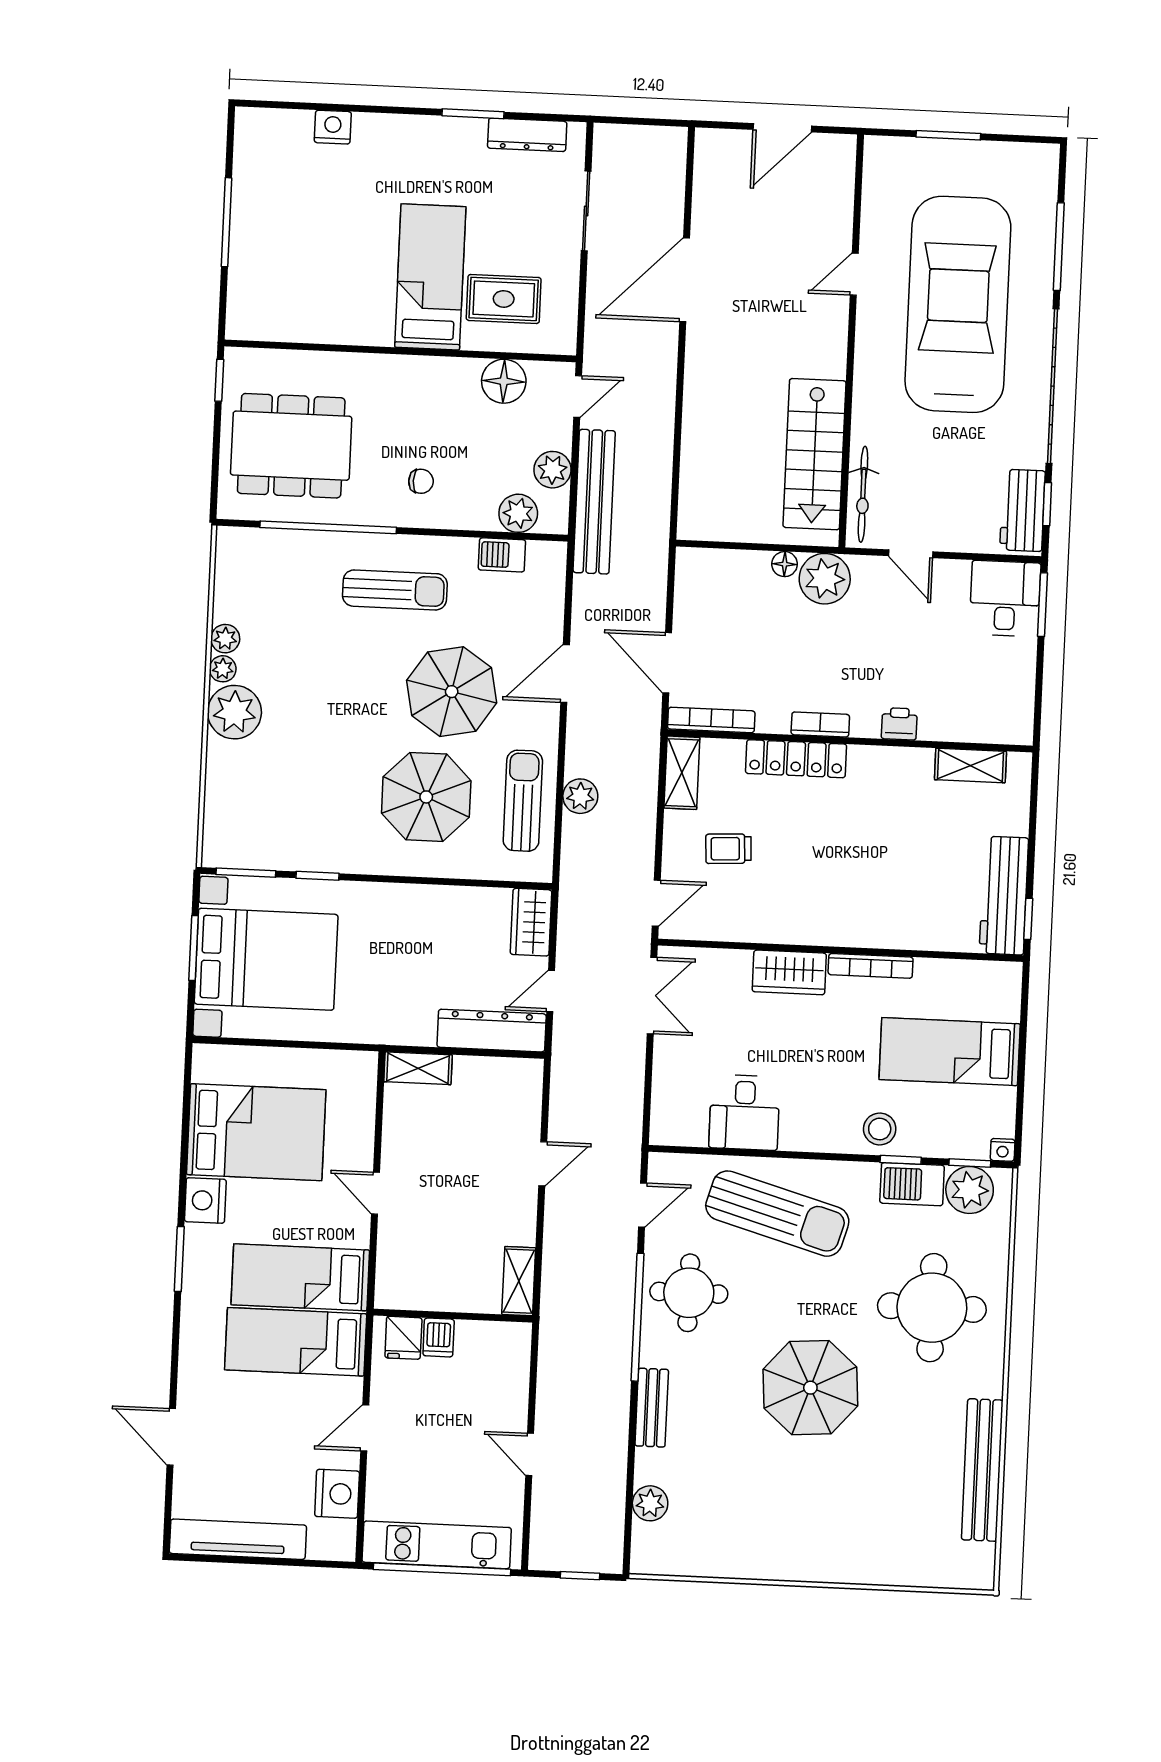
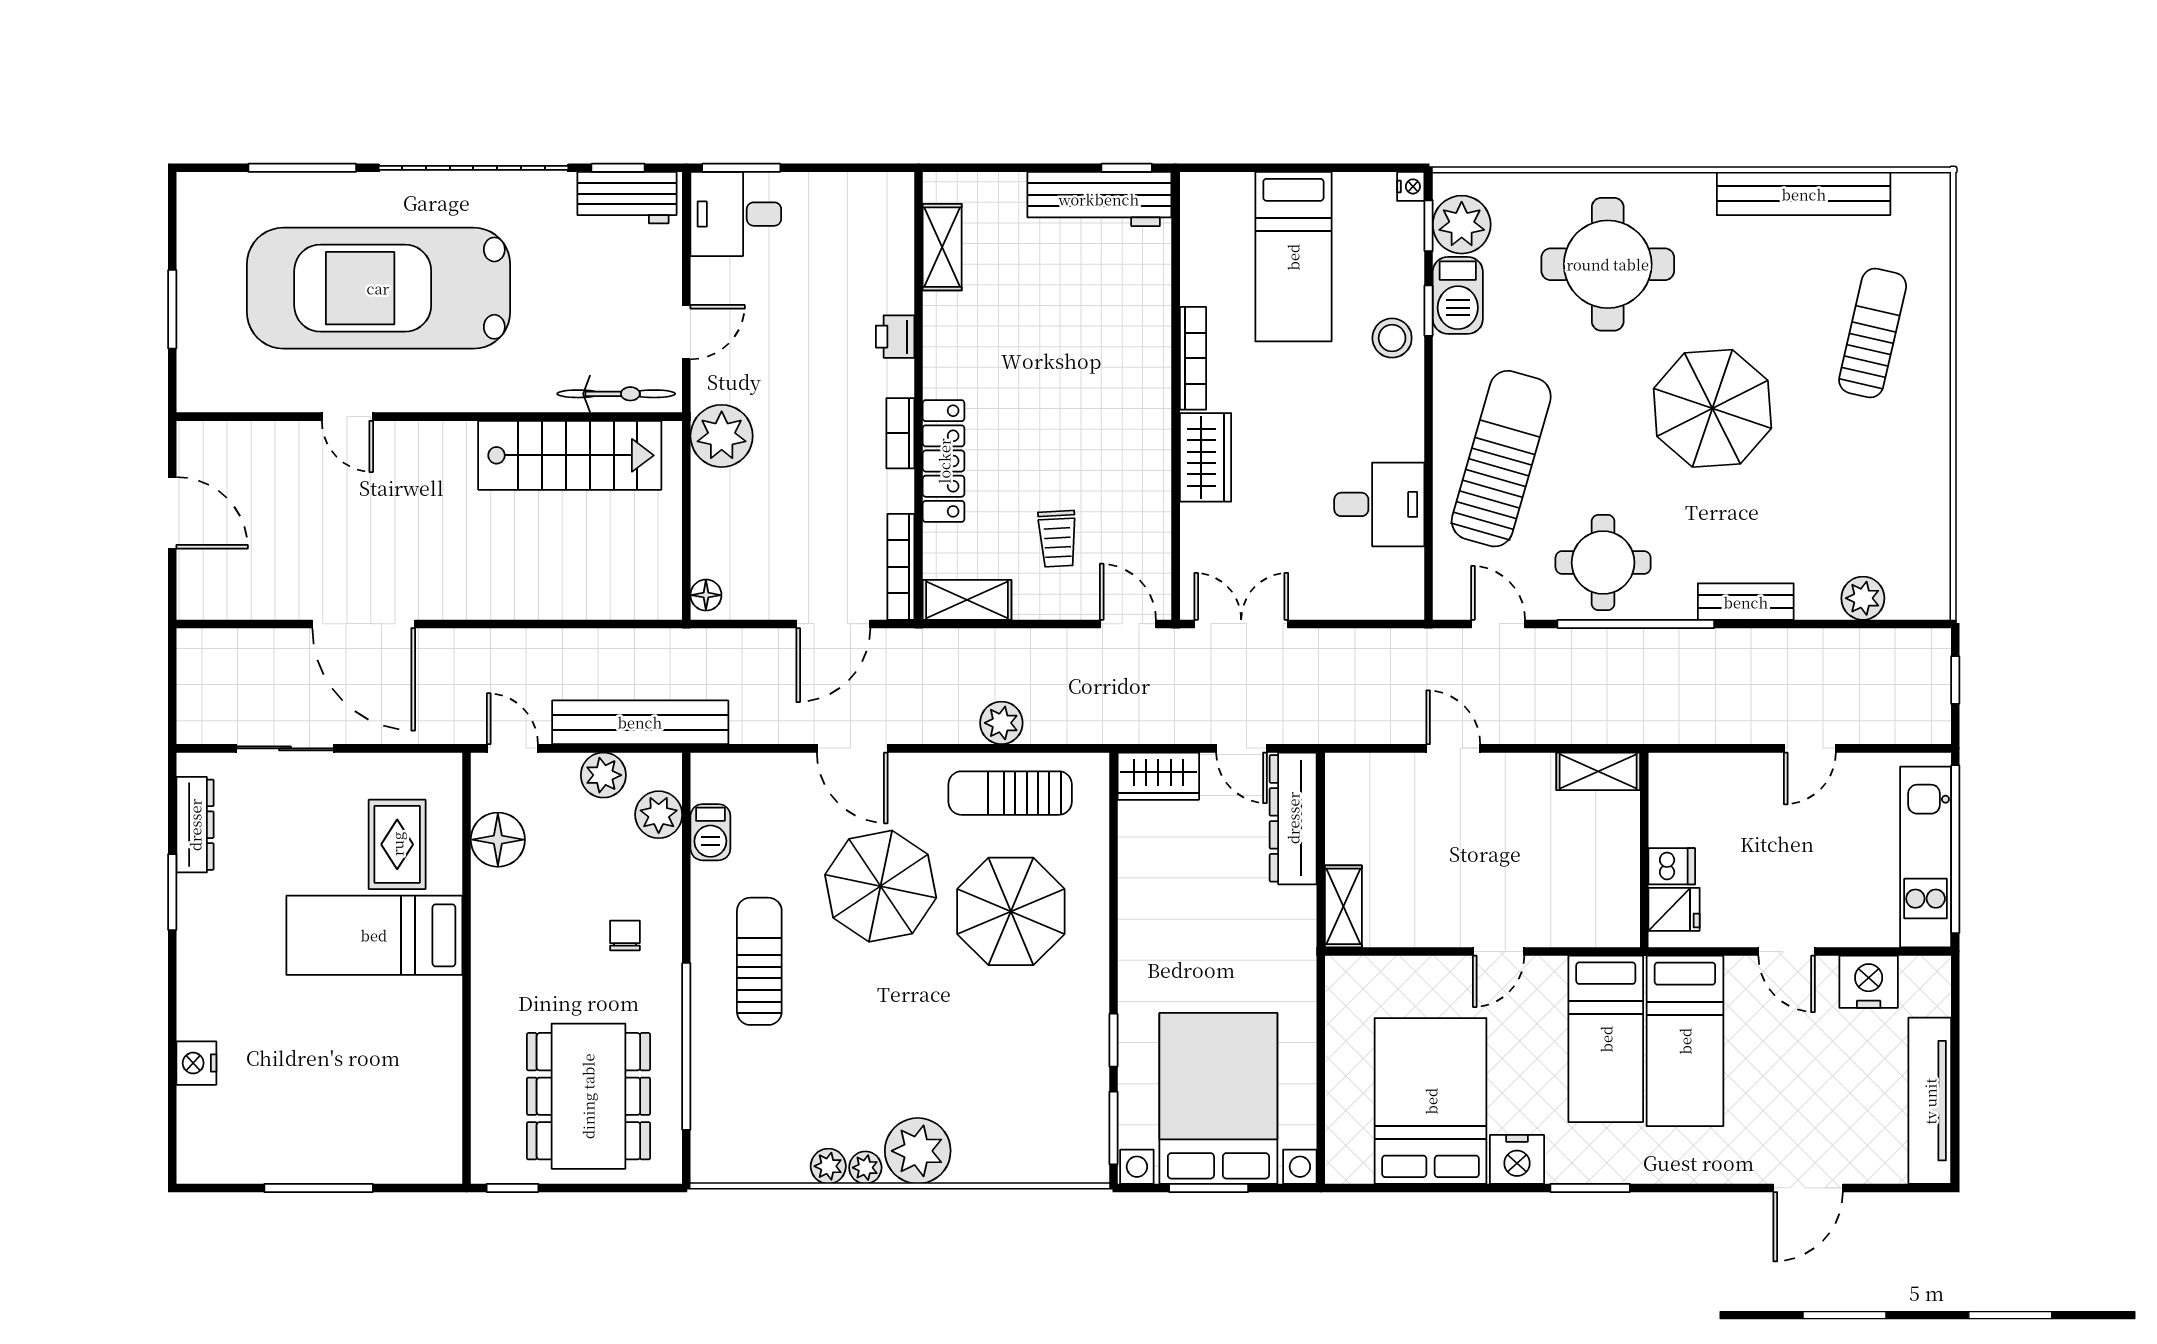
floor lamp: (785, 564) -> (706, 595), moved
sun lounger: (866, 1521) -> (1873, 333), added

